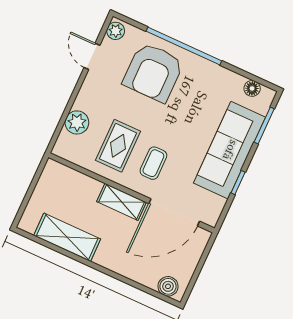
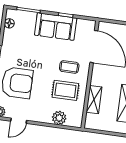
sofa: (230, 150) -> (56, 27), width x0.73
shelving: (122, 202) -> (94, 100), moved

